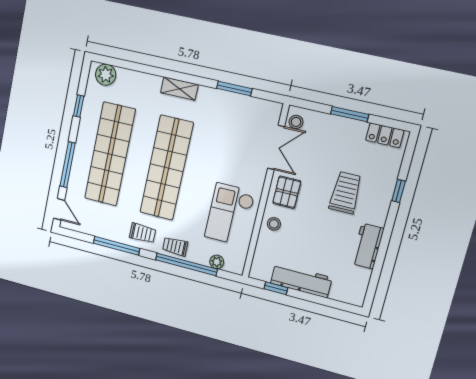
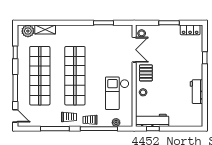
shelving: (179, 89) -> (45, 30), moved
trolley: (346, 193) -> (178, 65), removed
workbench: (301, 280) -> (152, 120), moved

